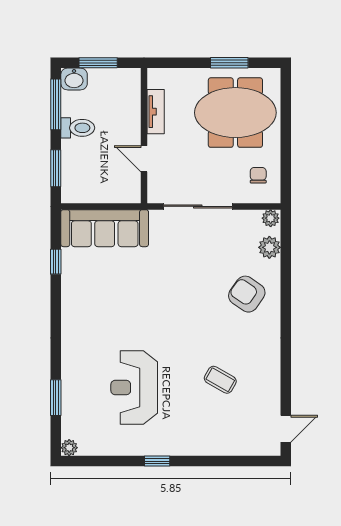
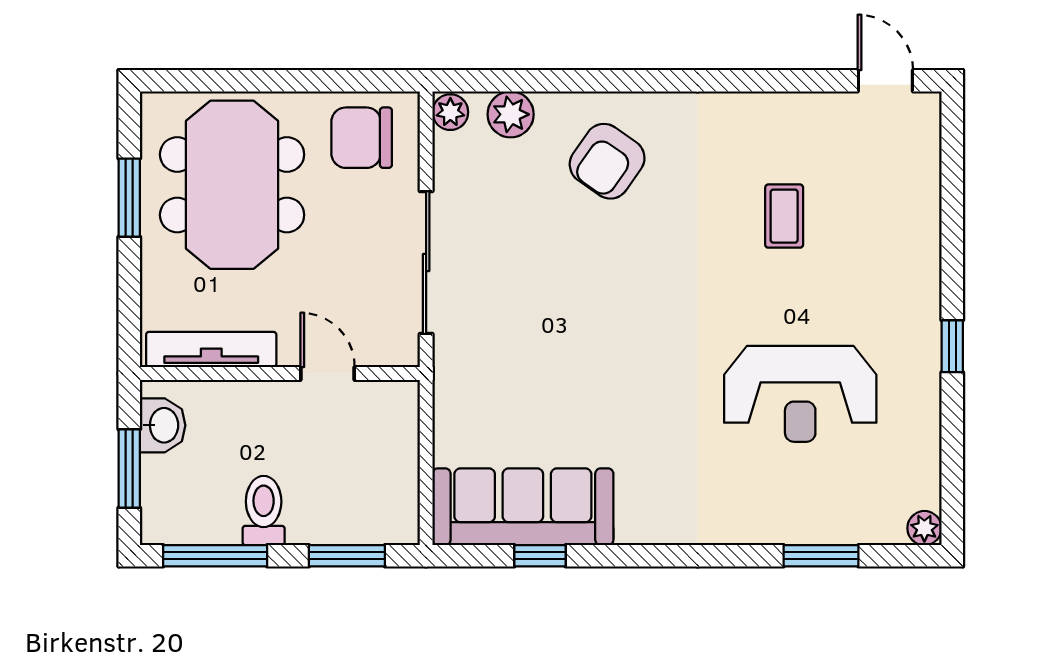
washbasin: (74, 79) -> (163, 425), moved
tv unit: (156, 112) -> (211, 349), width x1.41
door: (144, 159) -> (328, 373), swing flipped
chair: (258, 175) -> (362, 138), width x1.87, depth x1.87
sofa: (105, 228) -> (523, 507), moved, turned -90
coffee table: (220, 380) -> (784, 216), turned -30

